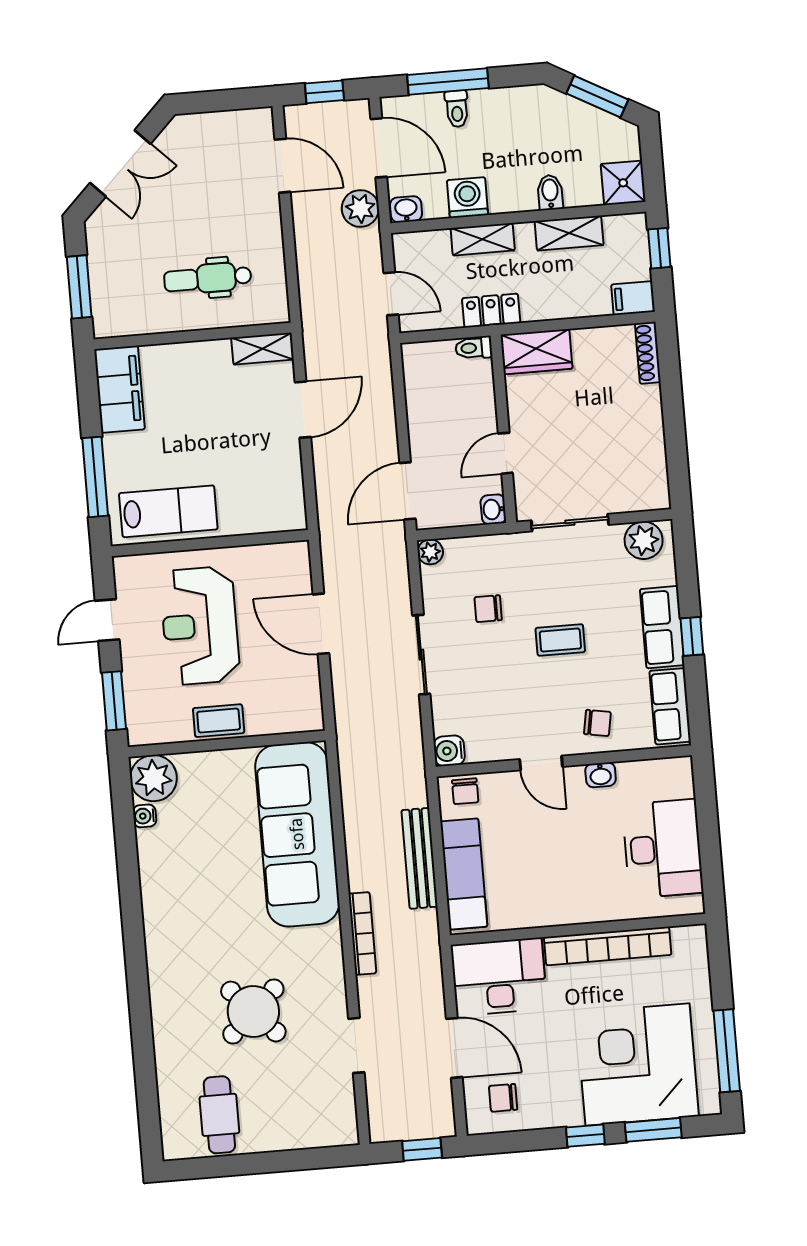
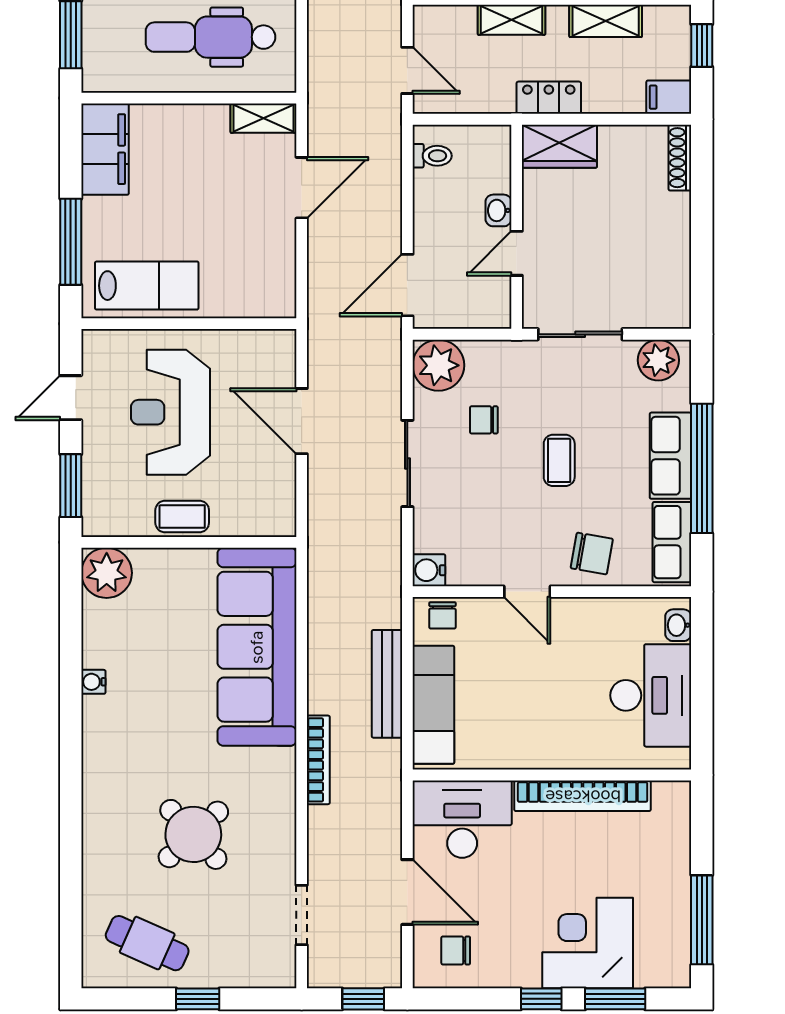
dental chair: (208, 278) -> (210, 37), width x1.36, depth x1.38
locker: (491, 311) -> (549, 98), moved
toilet: (474, 348) -> (432, 156), moved, turned 180
washbasin: (493, 509) -> (498, 210), moved
plant: (430, 552) -> (438, 365), width x1.88, depth x1.88
window: (692, 636) -> (702, 468), width x3.17
coffee table: (560, 640) -> (559, 460), turned 90
chair: (597, 723) -> (592, 554), width x1.37, depth x1.37
washbasin: (601, 775) -> (678, 625), moved, turned 90
water cooler: (145, 816) -> (93, 682), moved
doorway: (356, 1045) -> (302, 915), moved
corner desk: (637, 1064) -> (588, 943), width x0.74, depth x0.74
cafe table: (219, 1115) -> (147, 943), turned -66
window: (270, 1162) -> (198, 999), added

